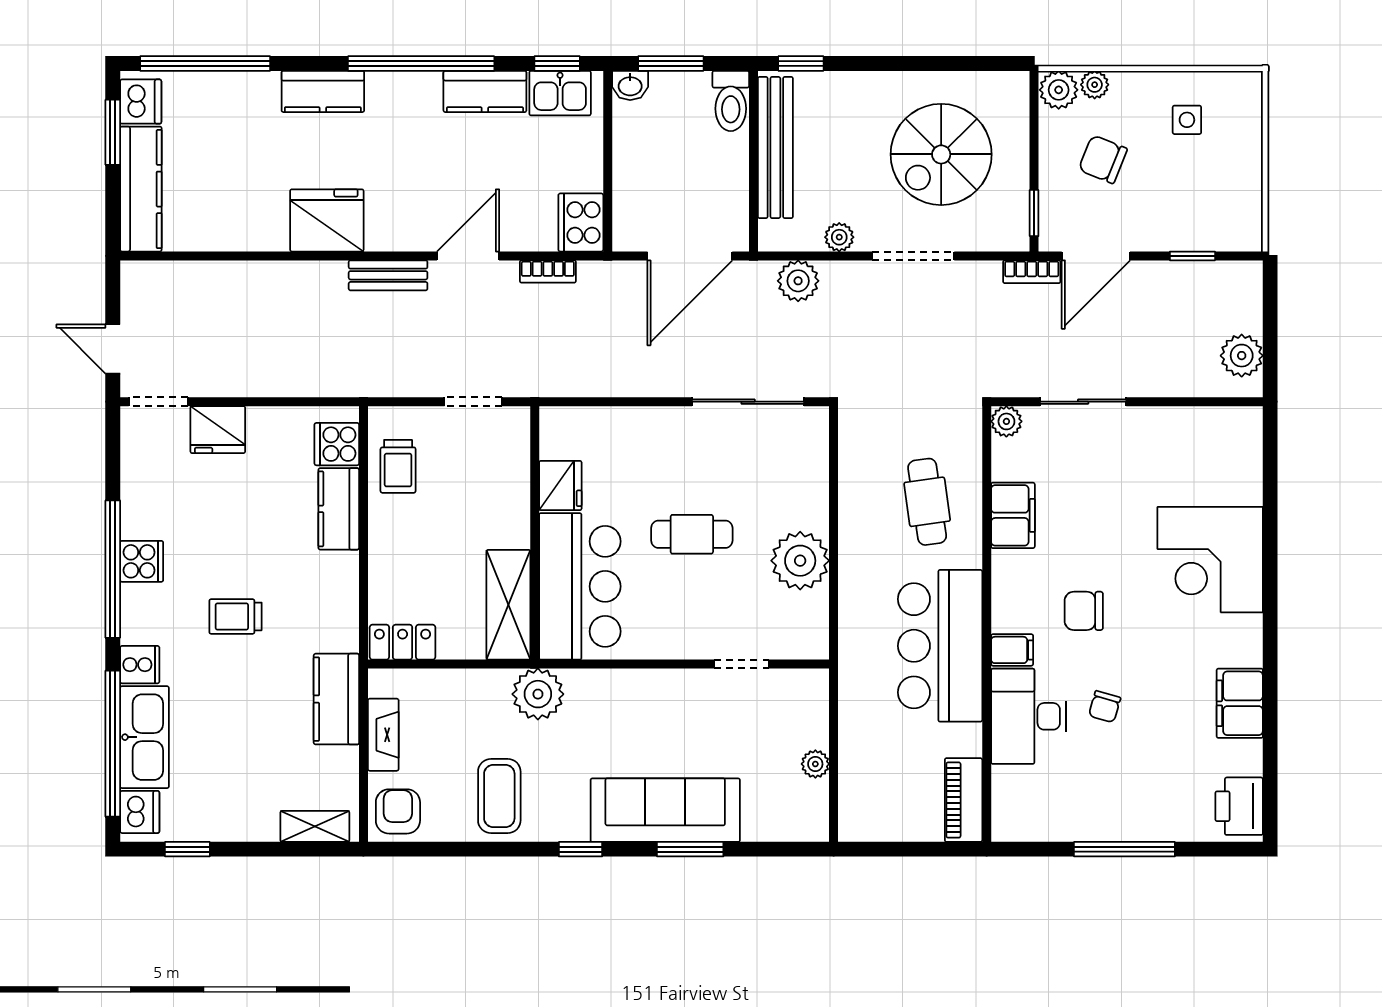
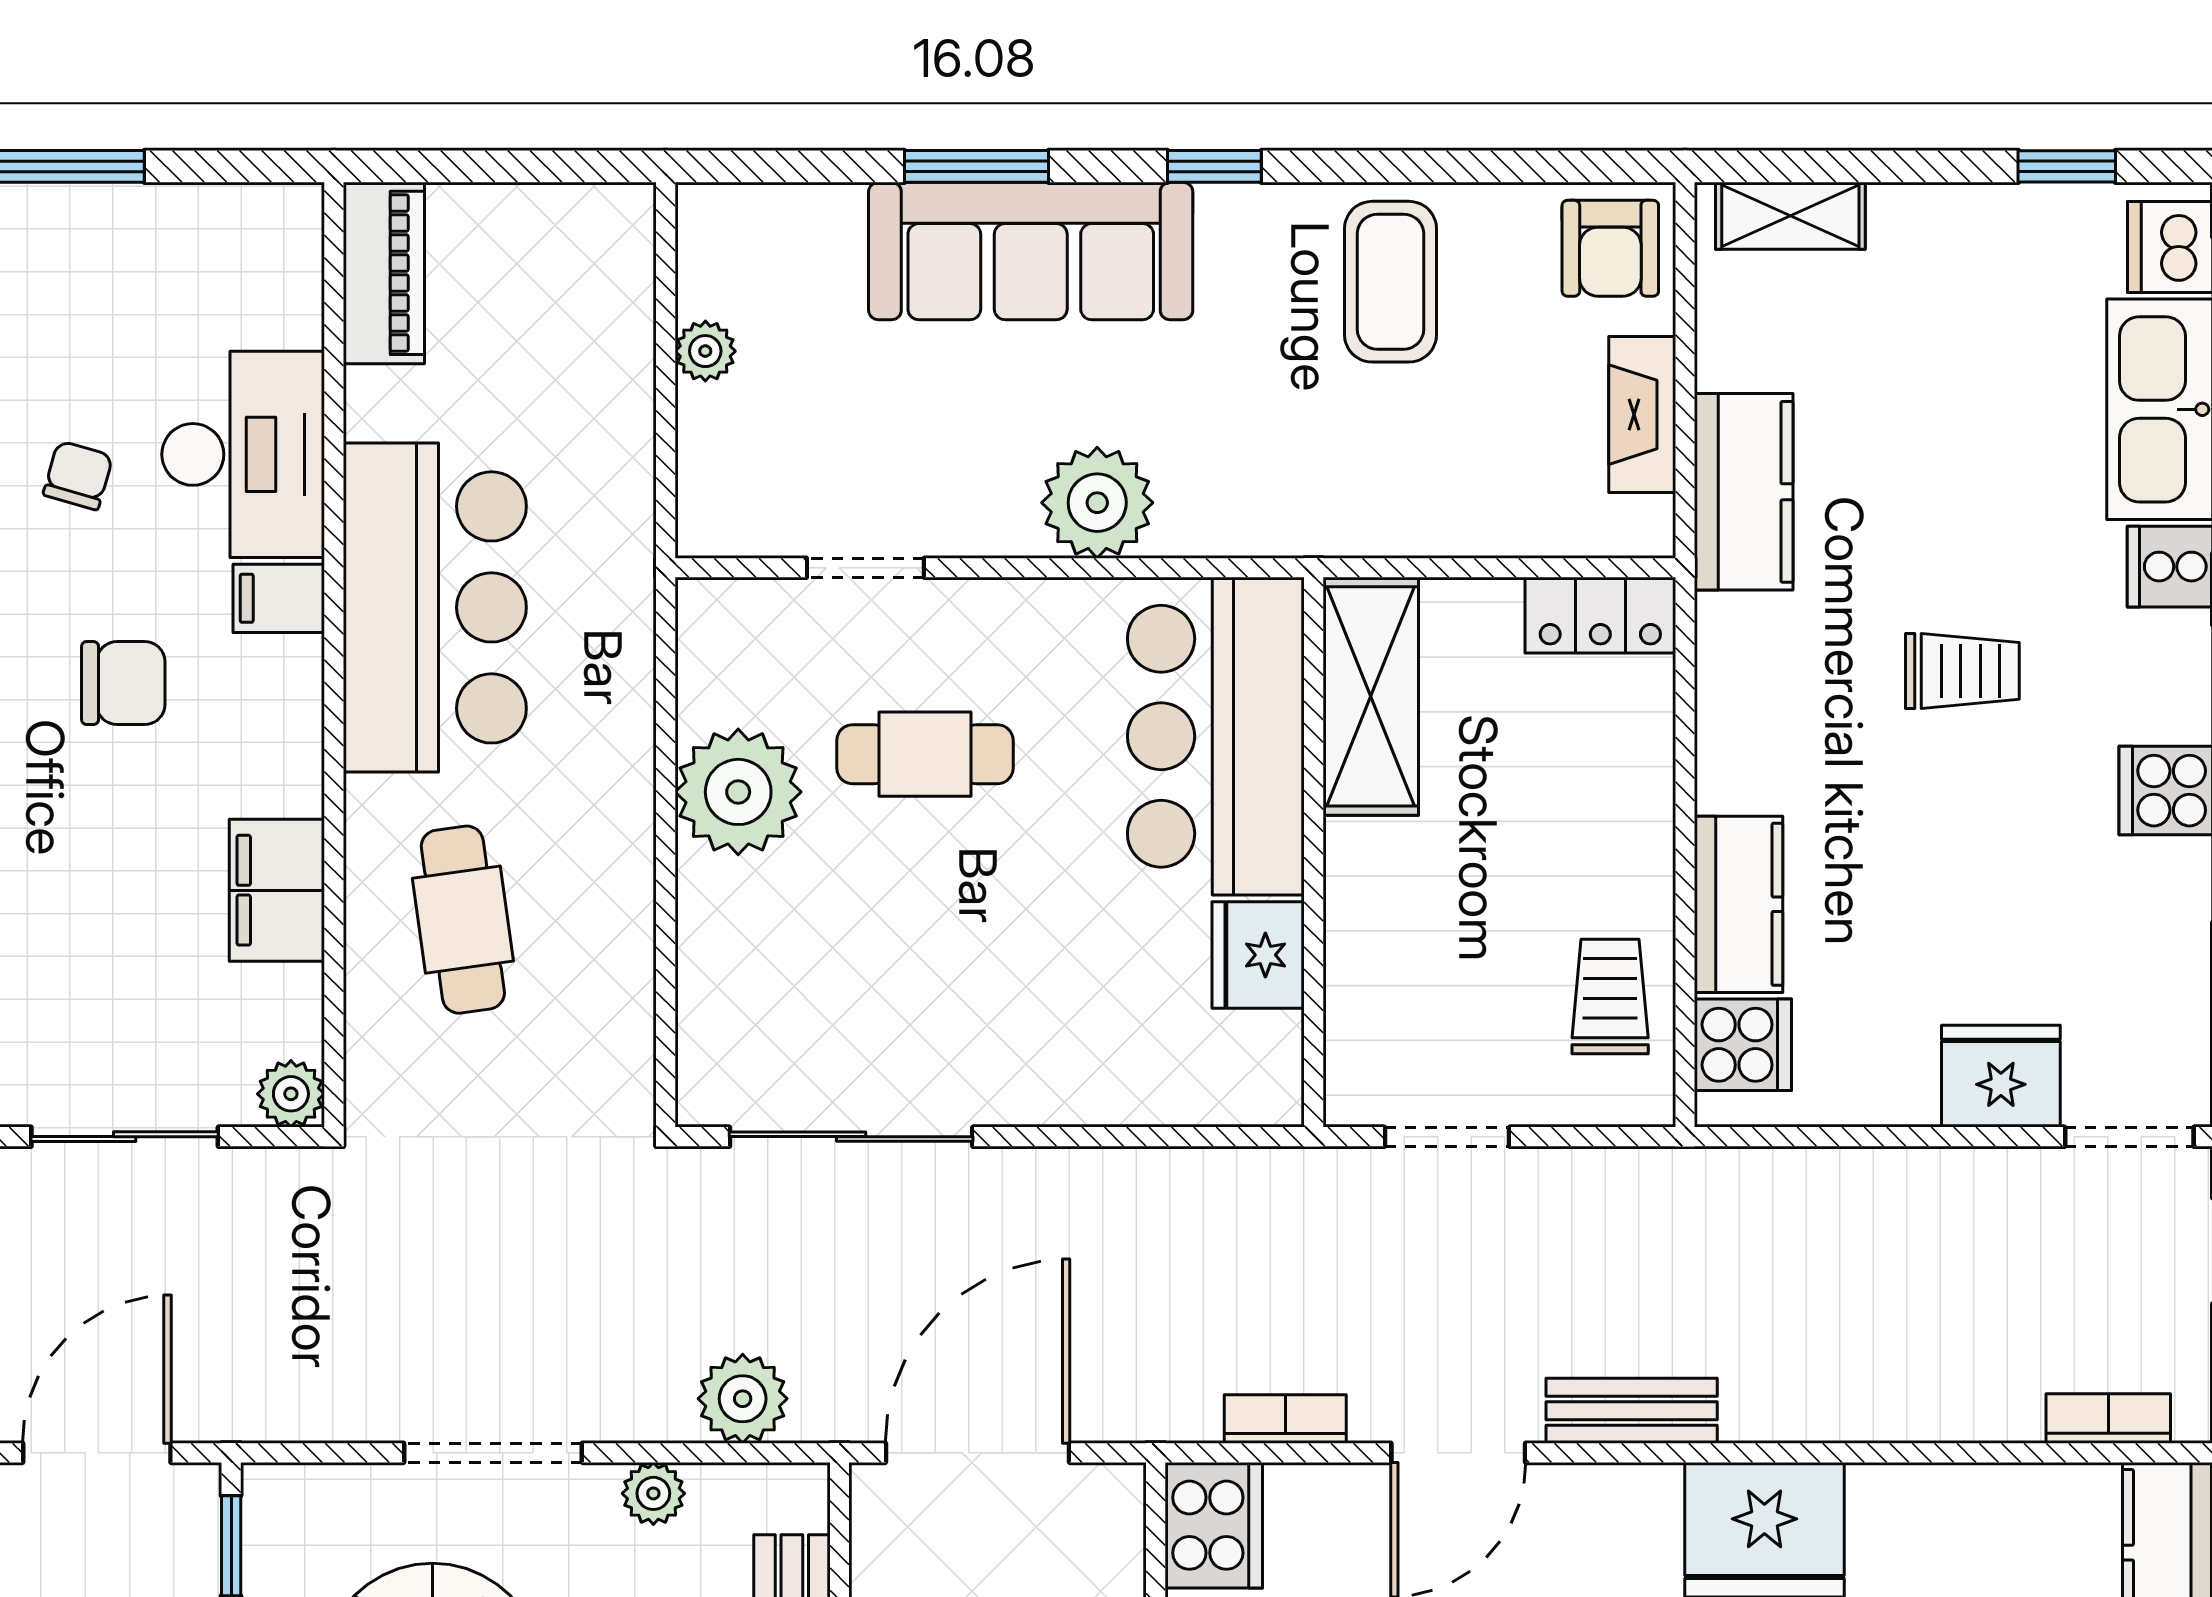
bookcase: (1032, 272) -> (2108, 1418), moved
cafe table: (692, 534) -> (925, 754), moved
plant: (538, 694) -> (1097, 503), moved

